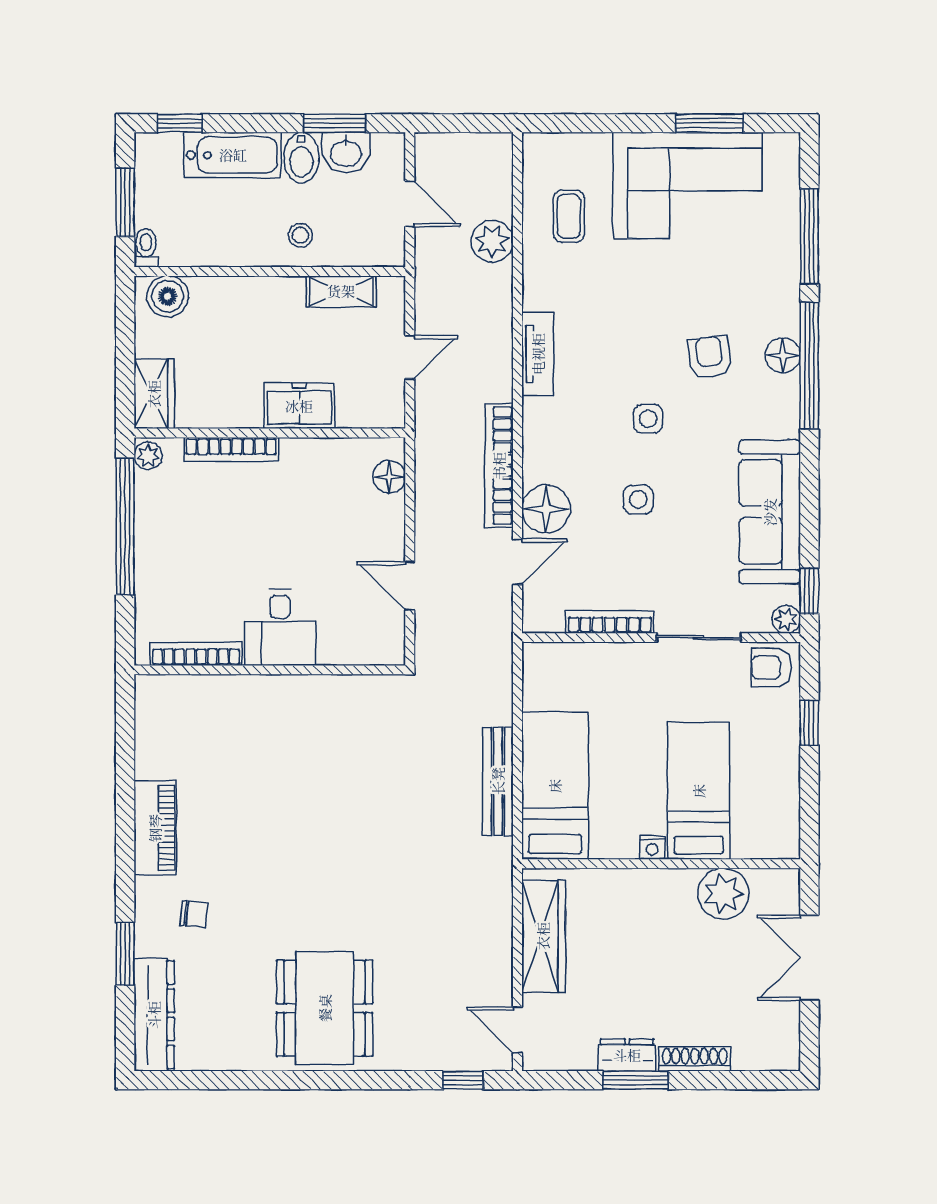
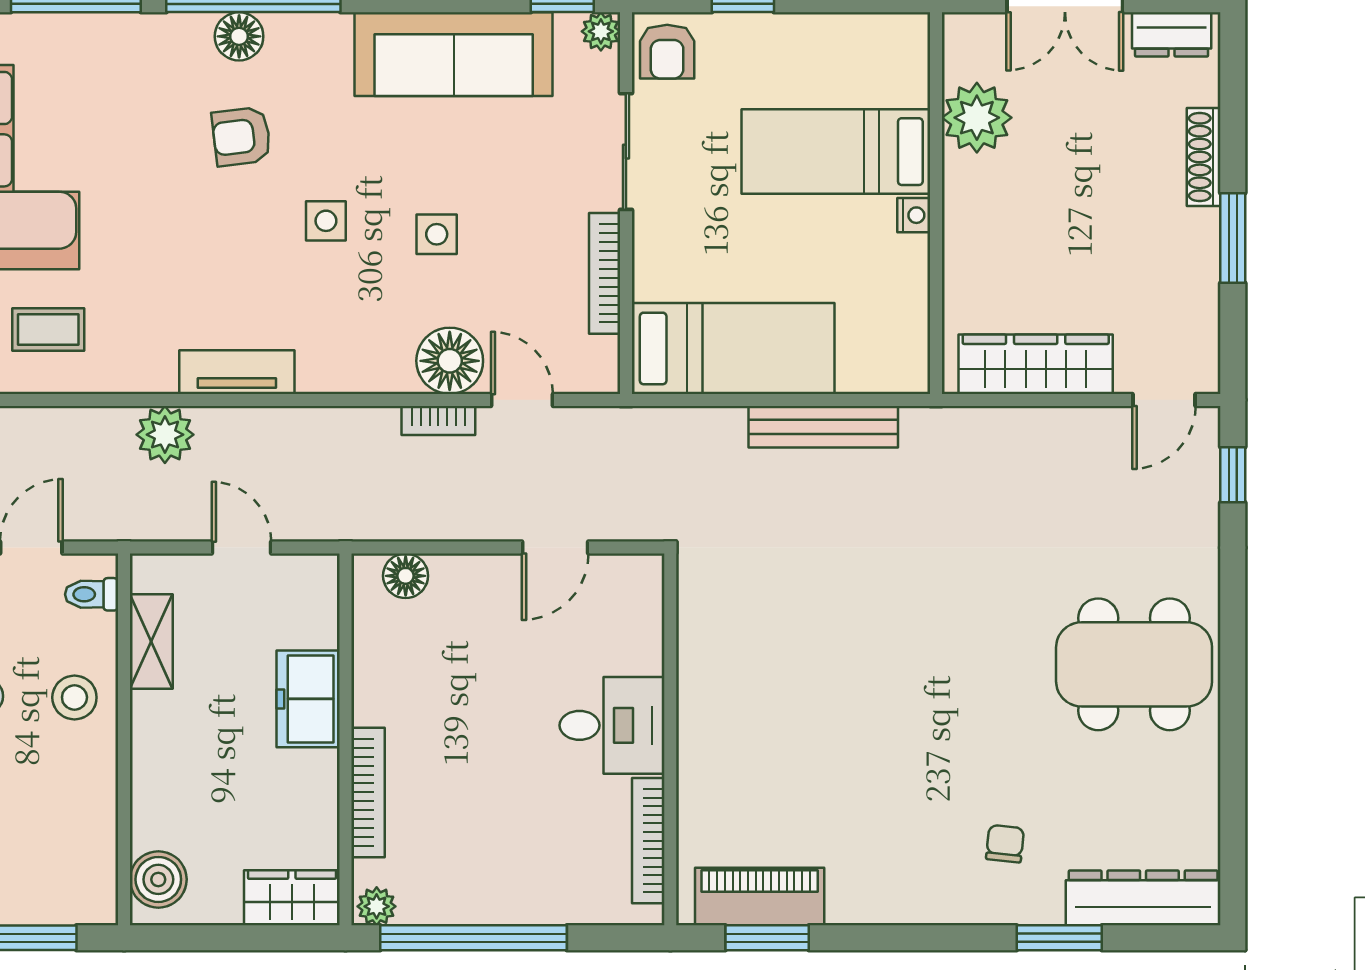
stool: (300, 235) -> (74, 697), width x1.37, depth x1.37
plant: (492, 241) -> (165, 435), moved
toilet: (146, 248) -> (92, 594), moved
bookcase: (499, 466) -> (438, 421), width x0.43, depth x0.76
window: (125, 741) -> (767, 938), added
bed: (555, 786) -> (733, 348), moved, turned 180
piano: (155, 828) -> (760, 897), moved
dresser: (627, 1055) -> (1172, 34), moved, turned -90

